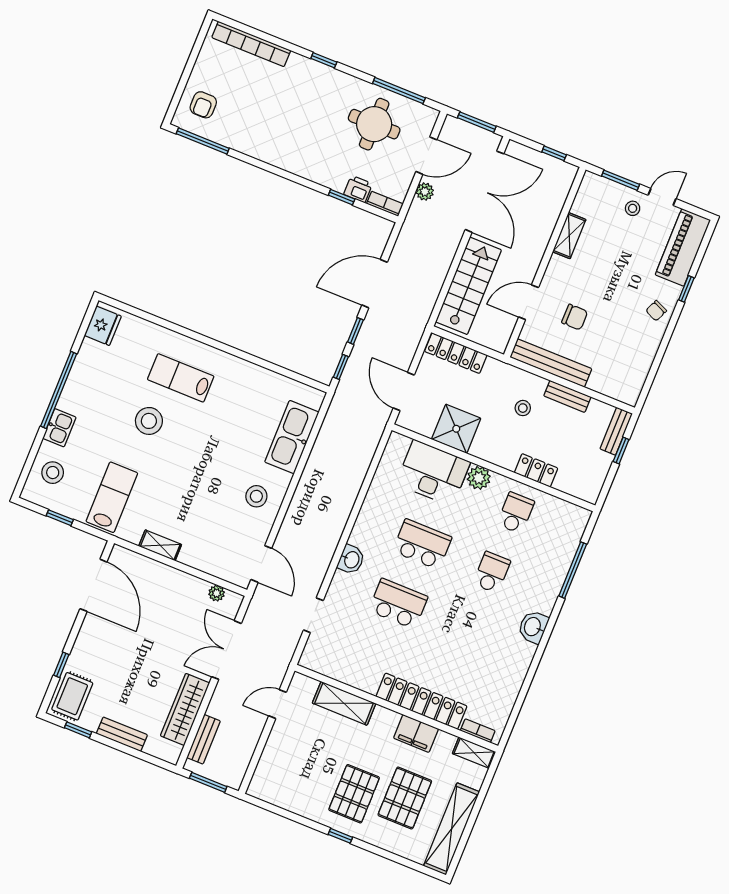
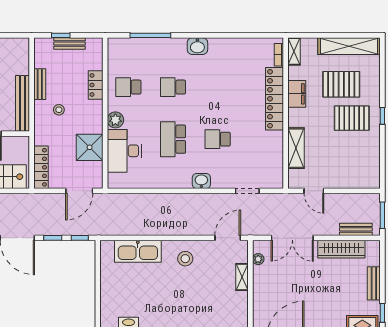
bench: (616, 431) -> (70, 44), moved
shelving: (160, 545) -> (242, 277), moved
school desk: (398, 604) -> (218, 139), width x0.54

